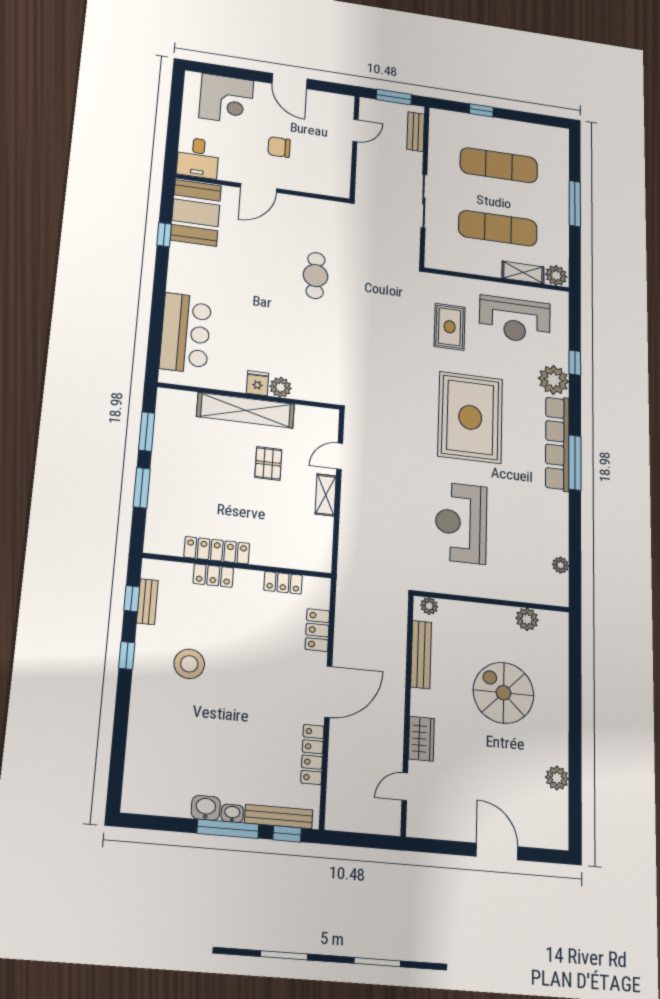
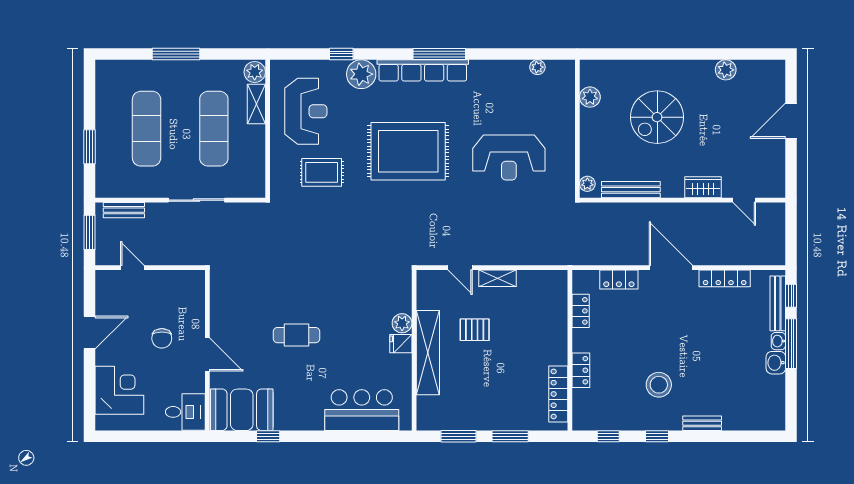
window: (481, 110) -> (90, 147), width x1.50
cafe table: (316, 276) -> (296, 335), moved
locker: (217, 550) -> (558, 394), moved
bench: (147, 602) -> (702, 423), moved

